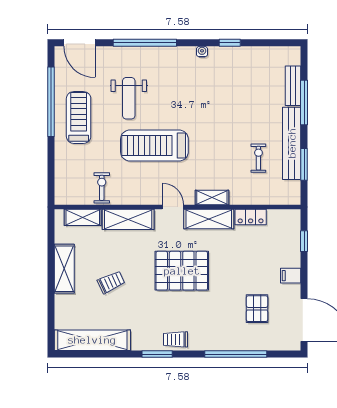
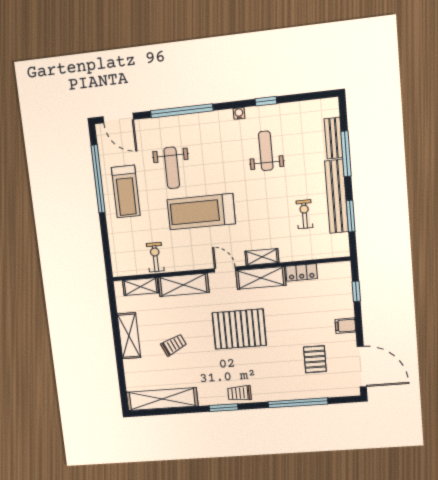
weight bench: (225, 91) -> (266, 151), added
treadmill: (79, 117) -> (126, 192), turned 180

